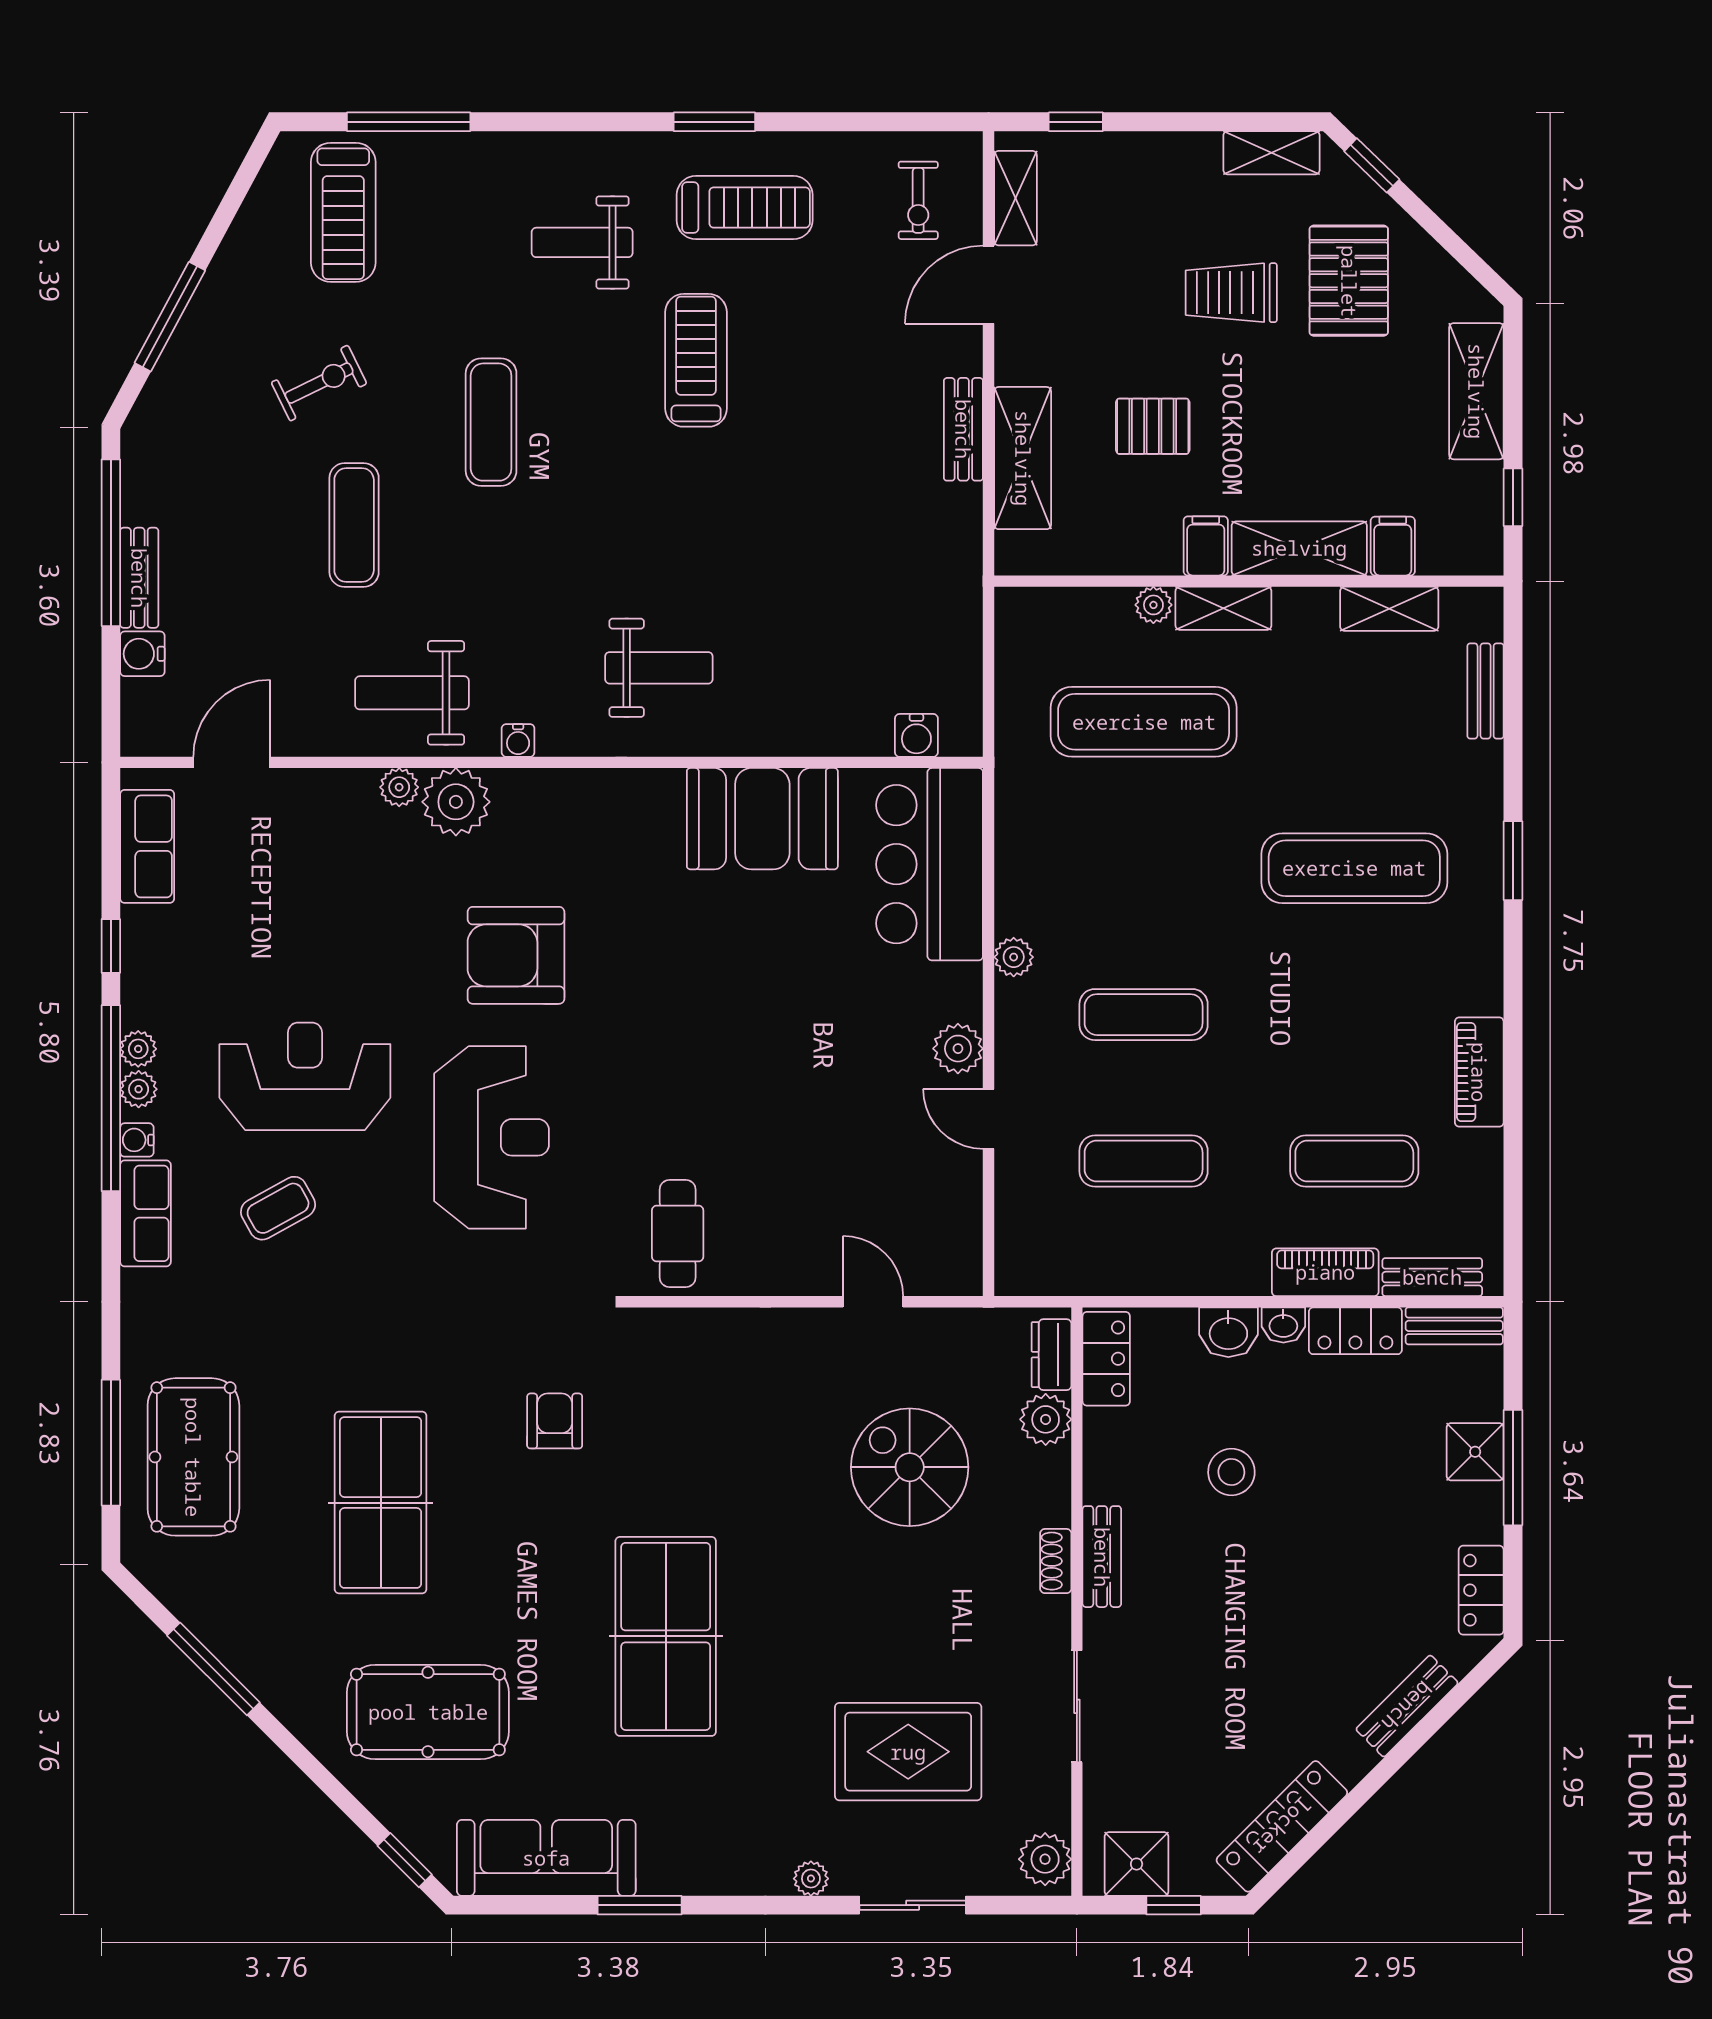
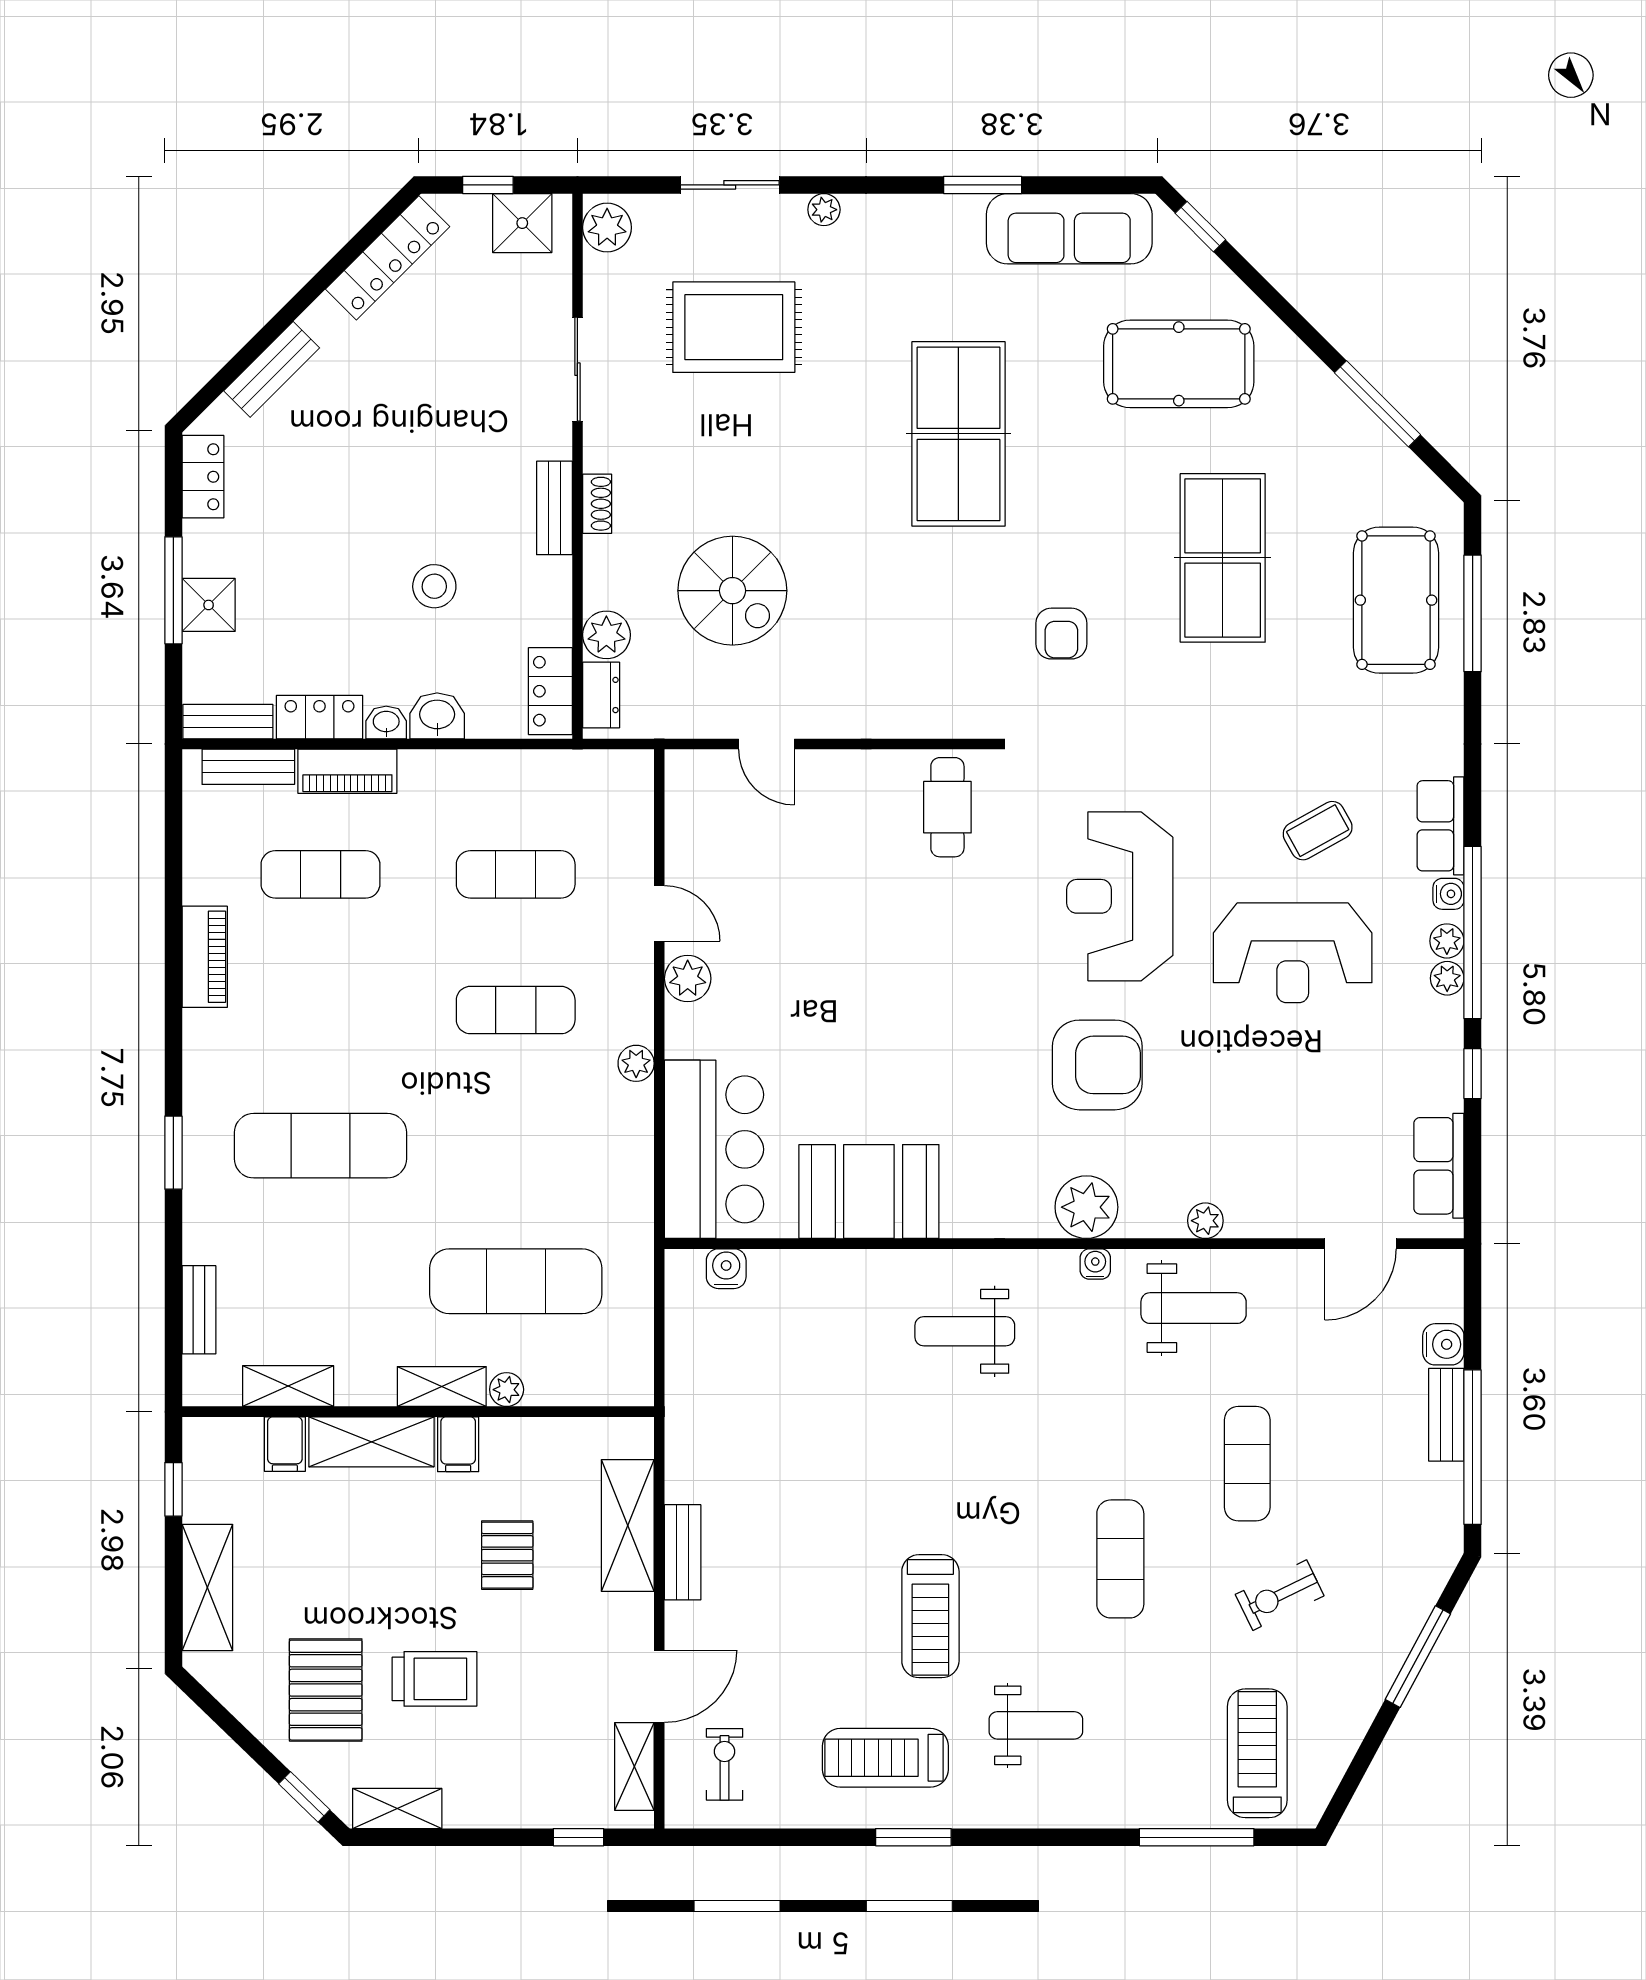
pallet: (1153, 426) -> (507, 1555), turned 90
plant: (456, 802) -> (1086, 1207), moved

